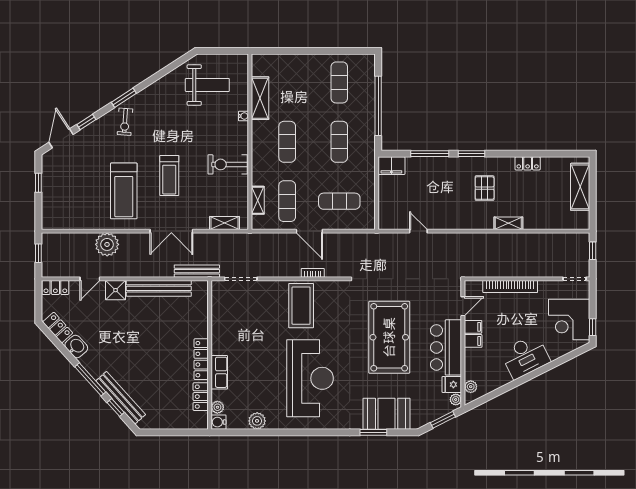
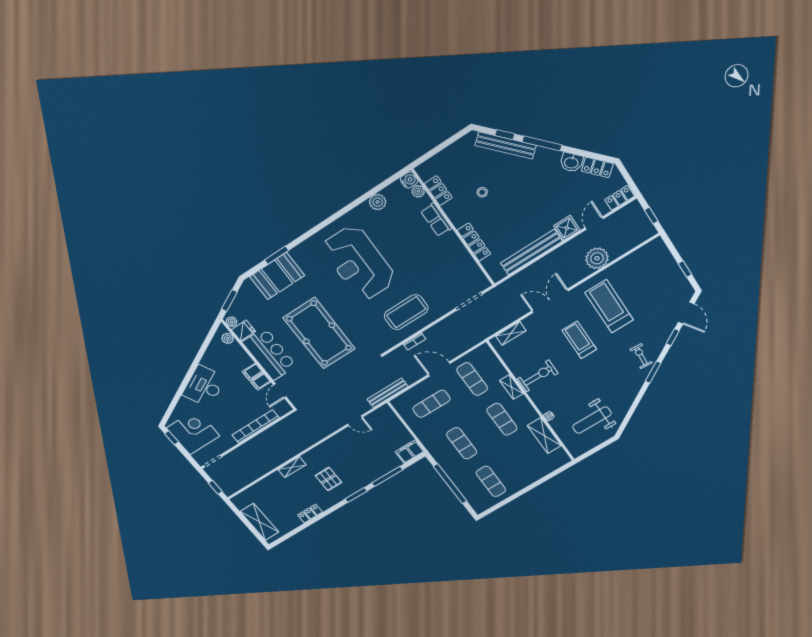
shelving: (258, 200) -> (511, 387), moved
bench: (197, 271) -> (388, 393), moved
coffee table: (301, 306) -> (406, 312), turned 90
locker: (201, 359) -> (474, 242), moved
stool: (166, 370) -> (482, 192), added

